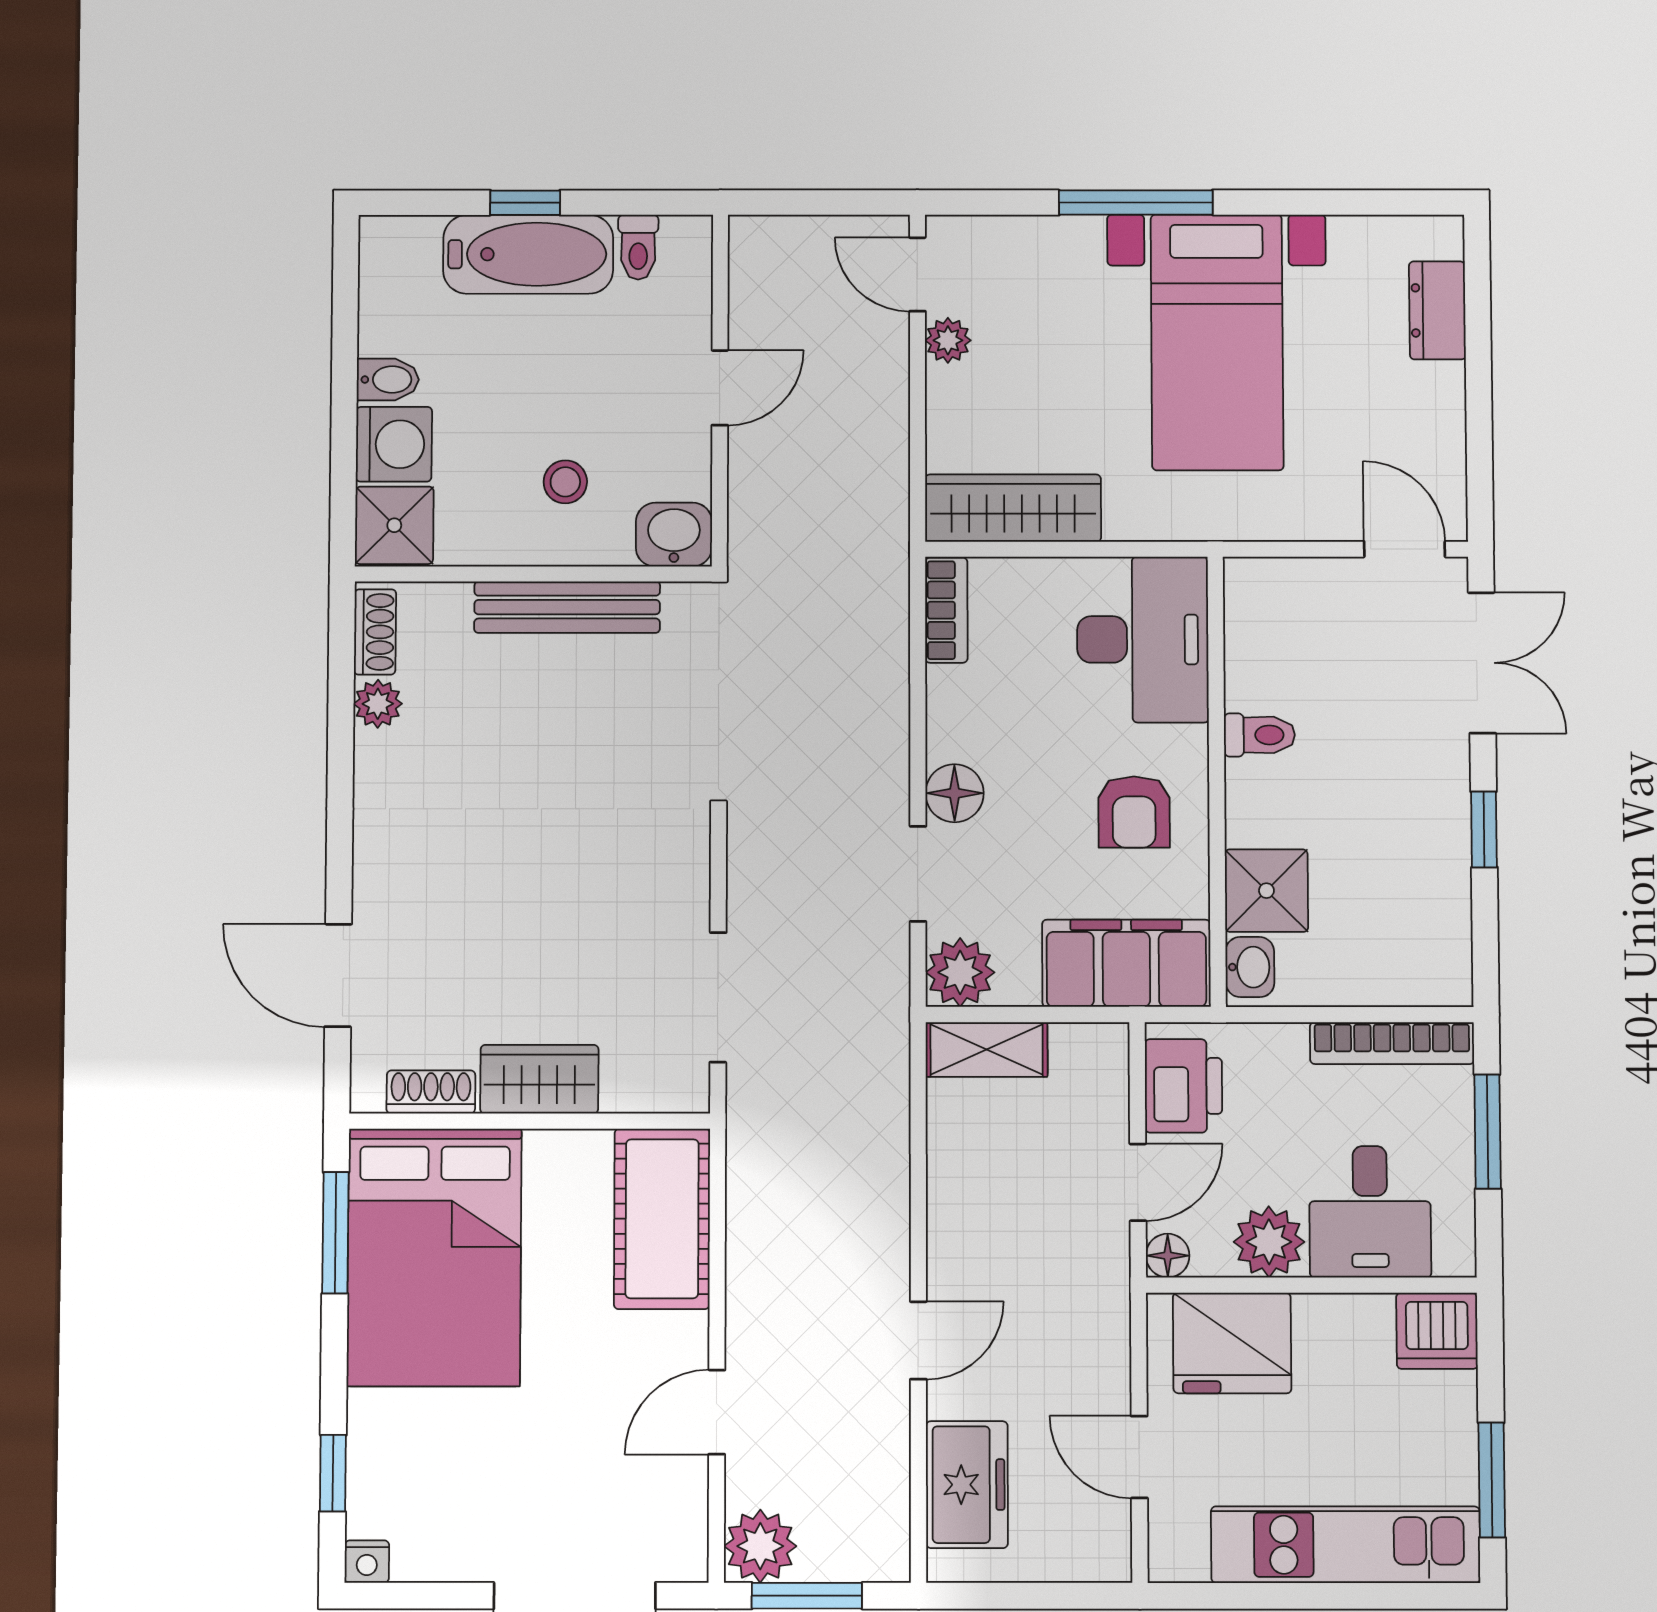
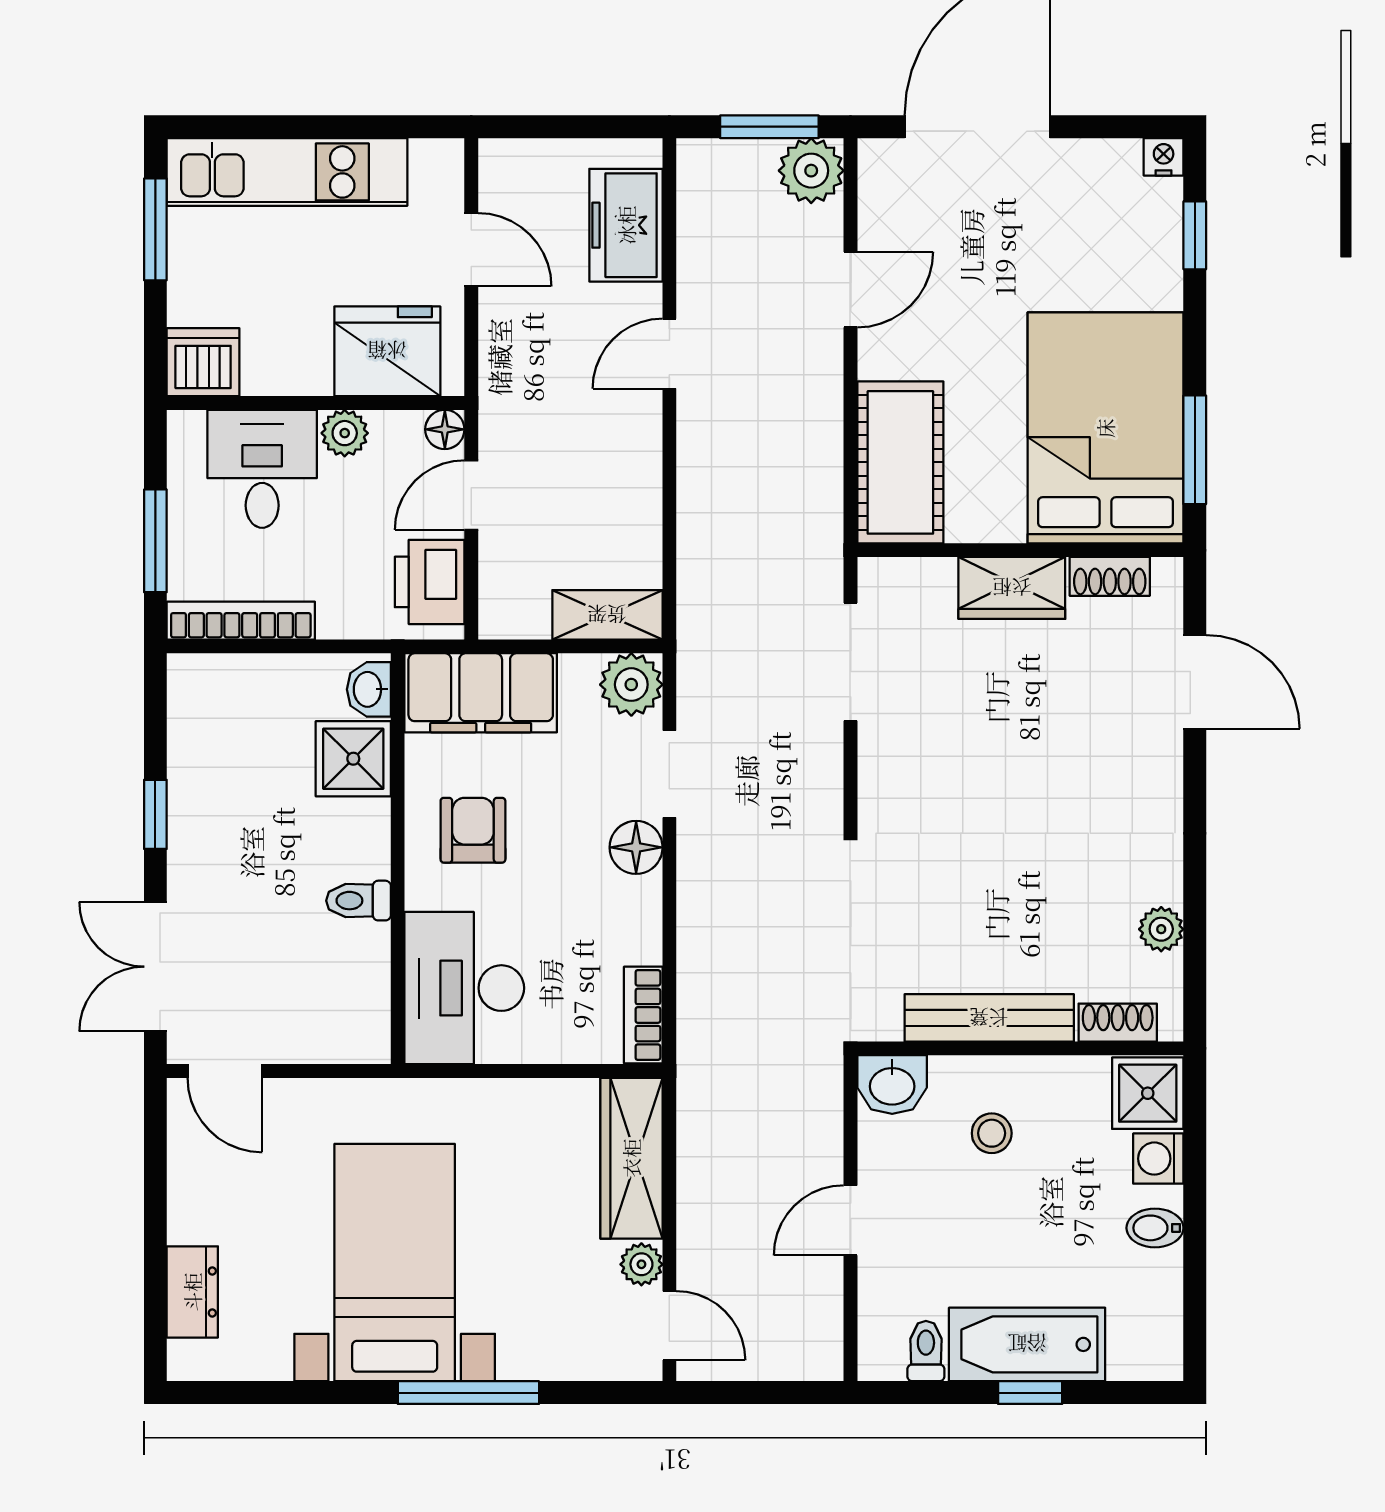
washing machine: (394, 444) -> (1158, 1159), width x0.73, depth x0.73
wardrobe: (1013, 508) -> (631, 1158), moved, turned 90
shoe rack: (375, 632) -> (1118, 1023), moved, turned 90
plant: (1269, 1242) -> (345, 433), width x0.73, depth x0.73

